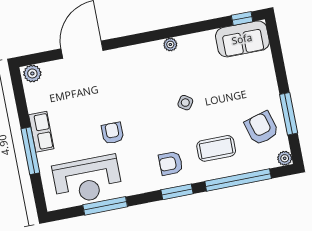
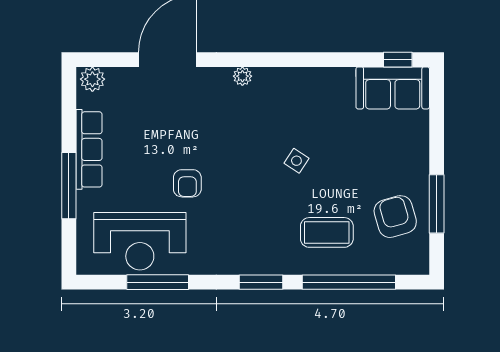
plant: (170, 45) -> (242, 76), moved
row of seats: (41, 132) -> (89, 149), width x1.48
armchair: (112, 133) -> (187, 183), turned 180
plant: (285, 158) -> (419, 265), removed
armchair: (171, 163) -> (260, 241), removed

